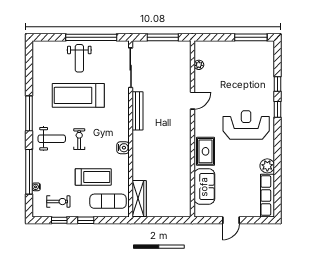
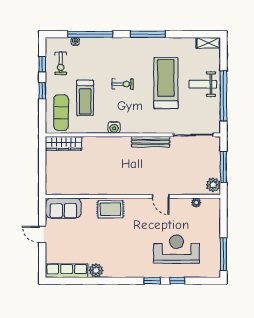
plant: (181, 48) -> (213, 185), added
shelving: (38, 53) -> (208, 43), added
reception desk: (246, 125) -> (177, 249), moved, turned -90
weight bench: (52, 139) -> (123, 57), removed
sofa: (204, 187) -> (63, 208), moved

